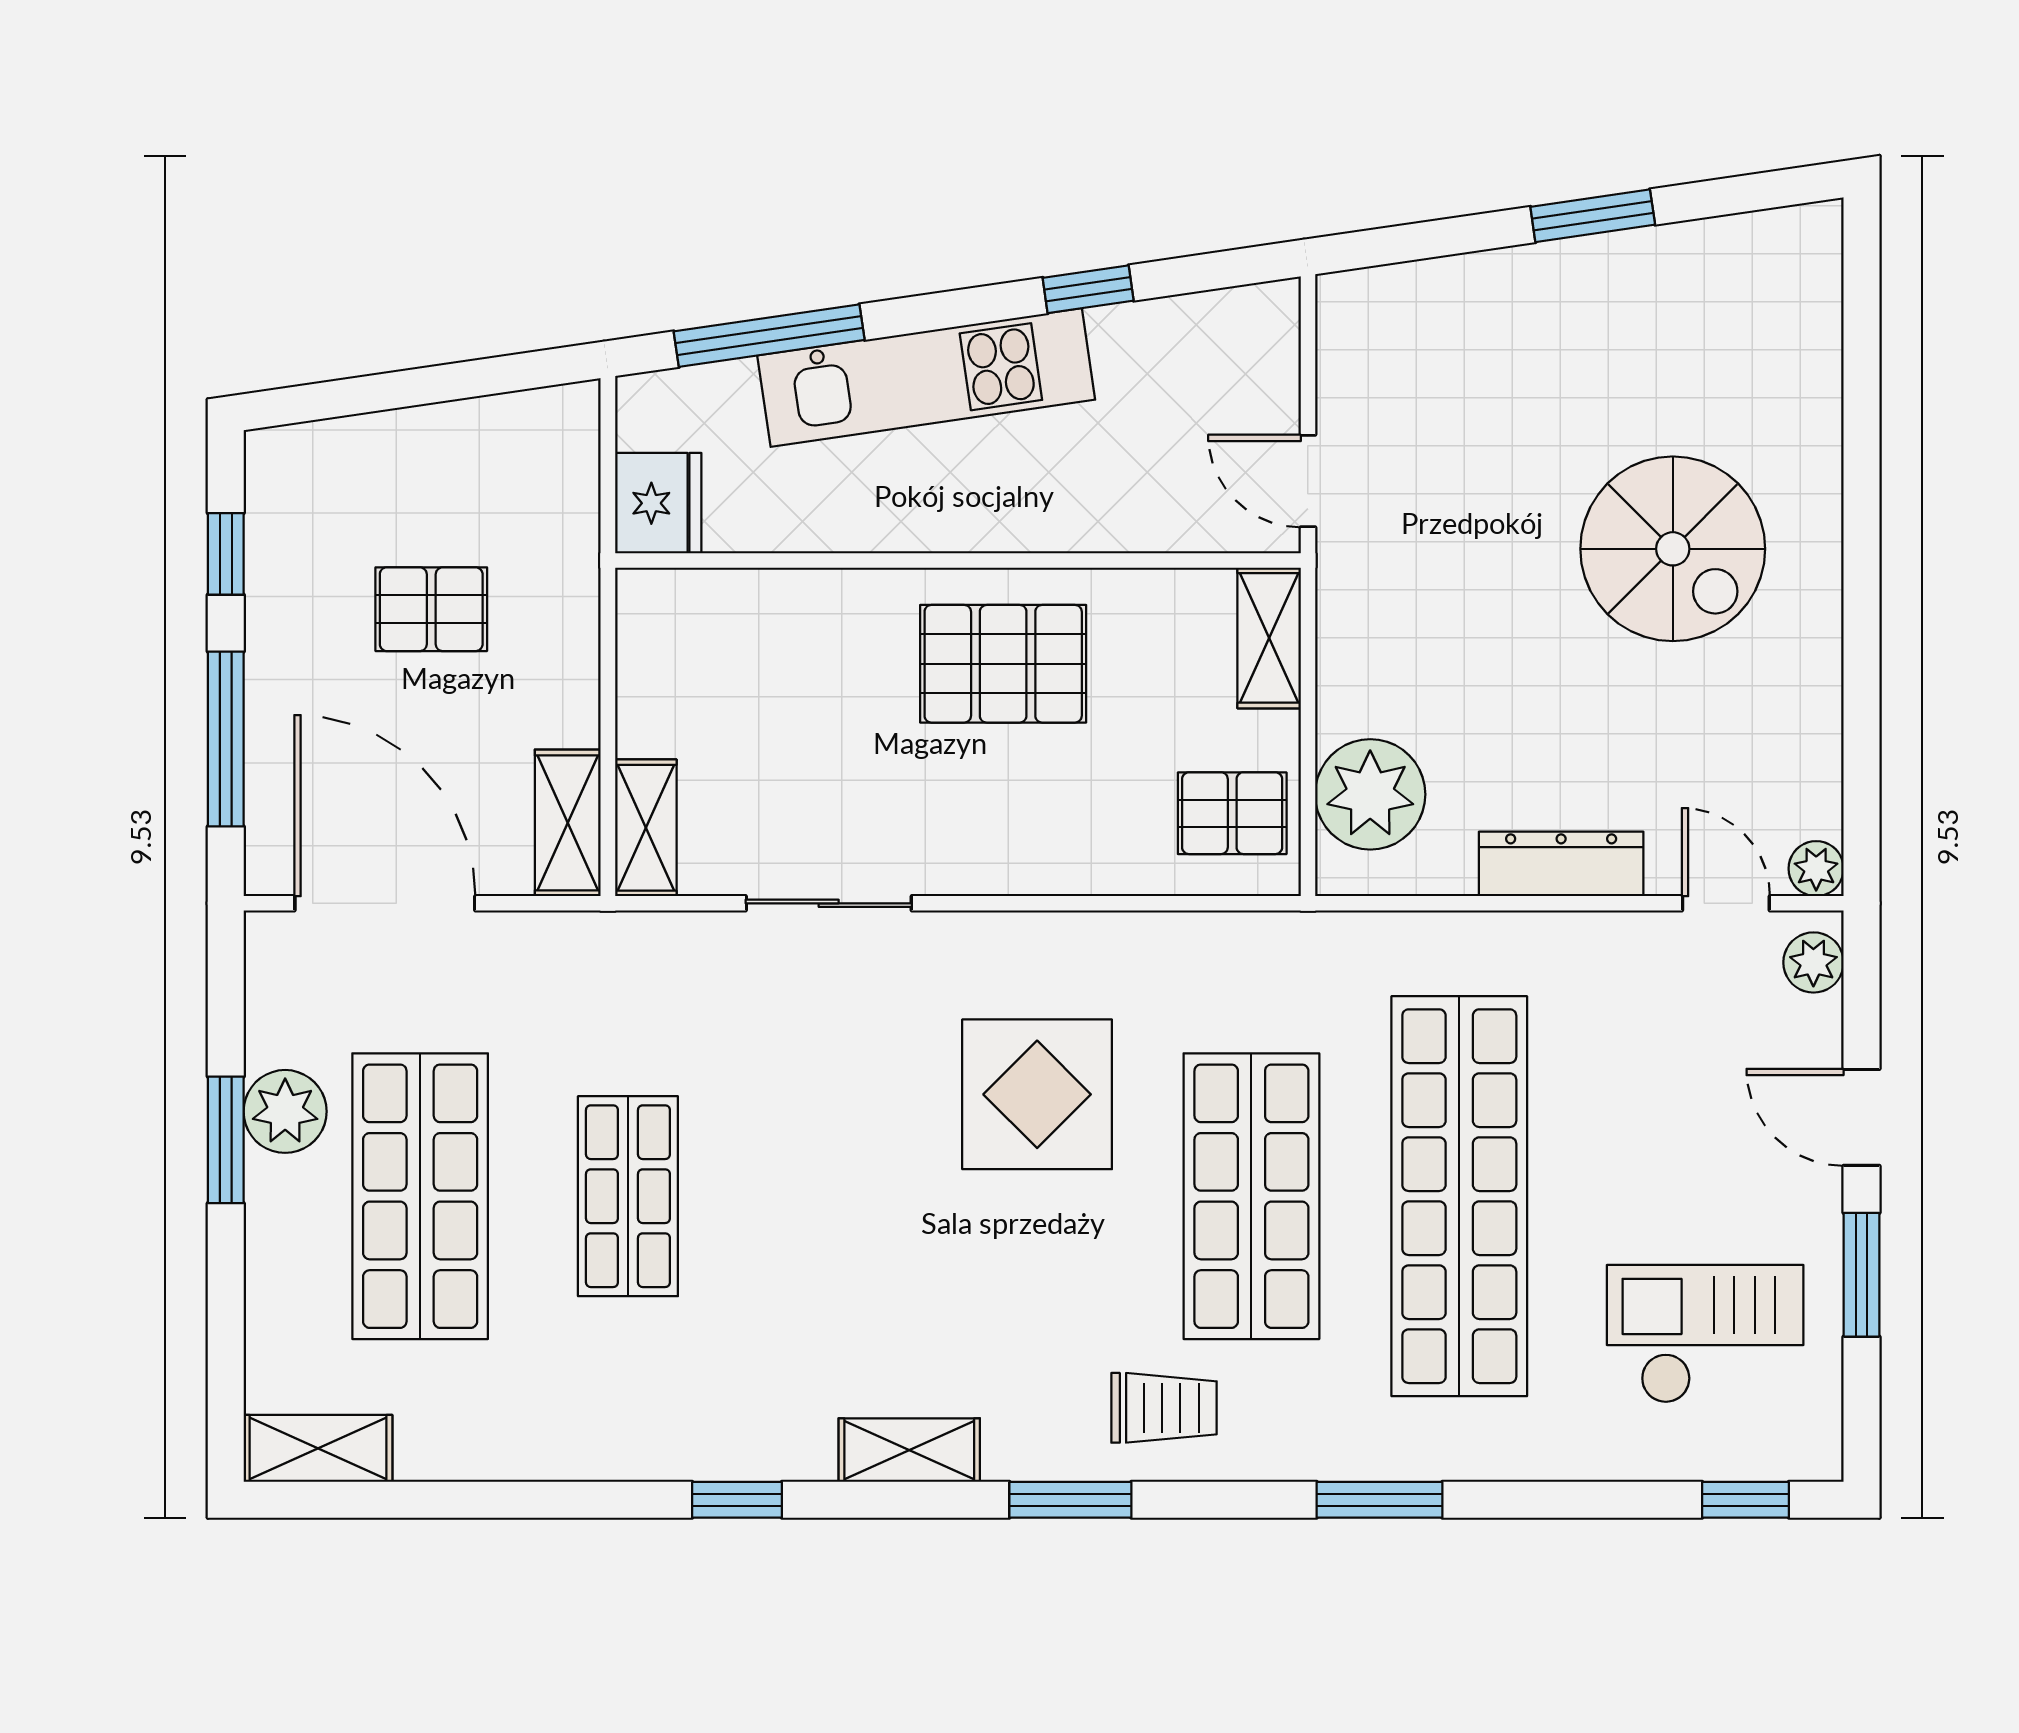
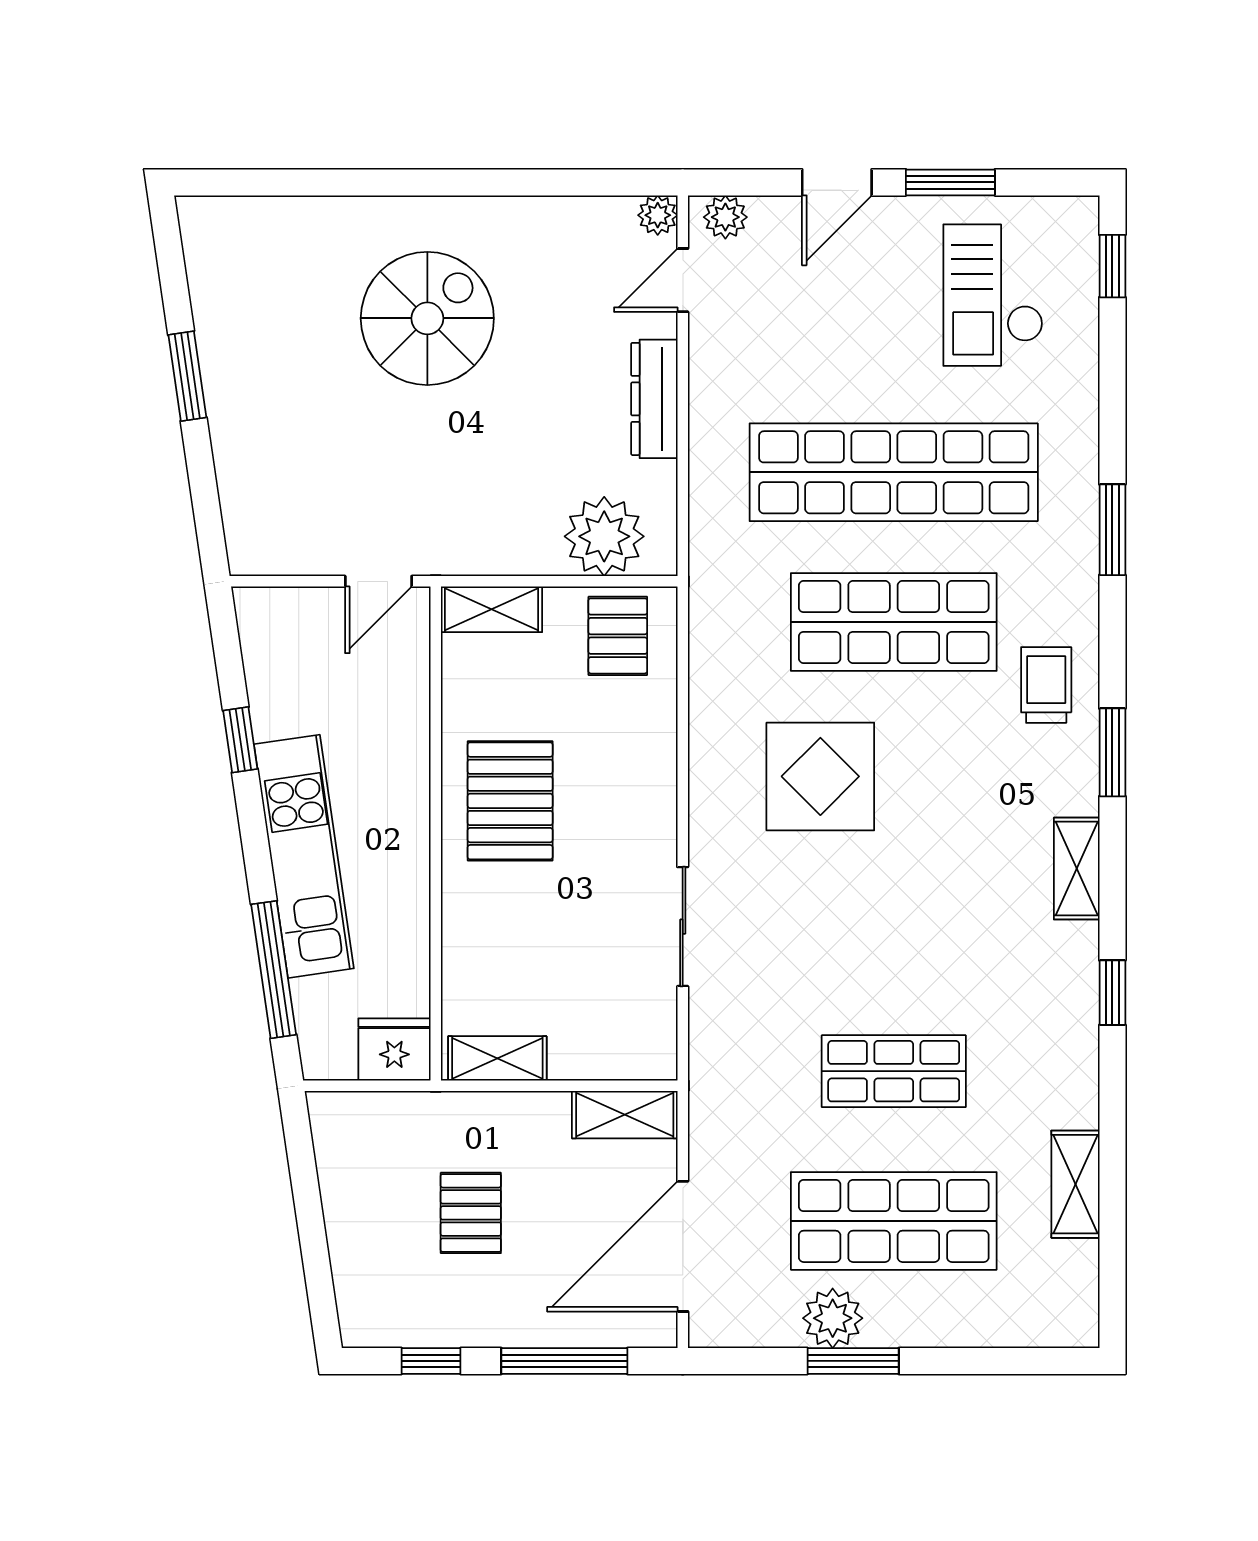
shelving: (646, 828) -> (497, 1058), moved
shelving: (318, 1448) -> (1075, 1184), moved

